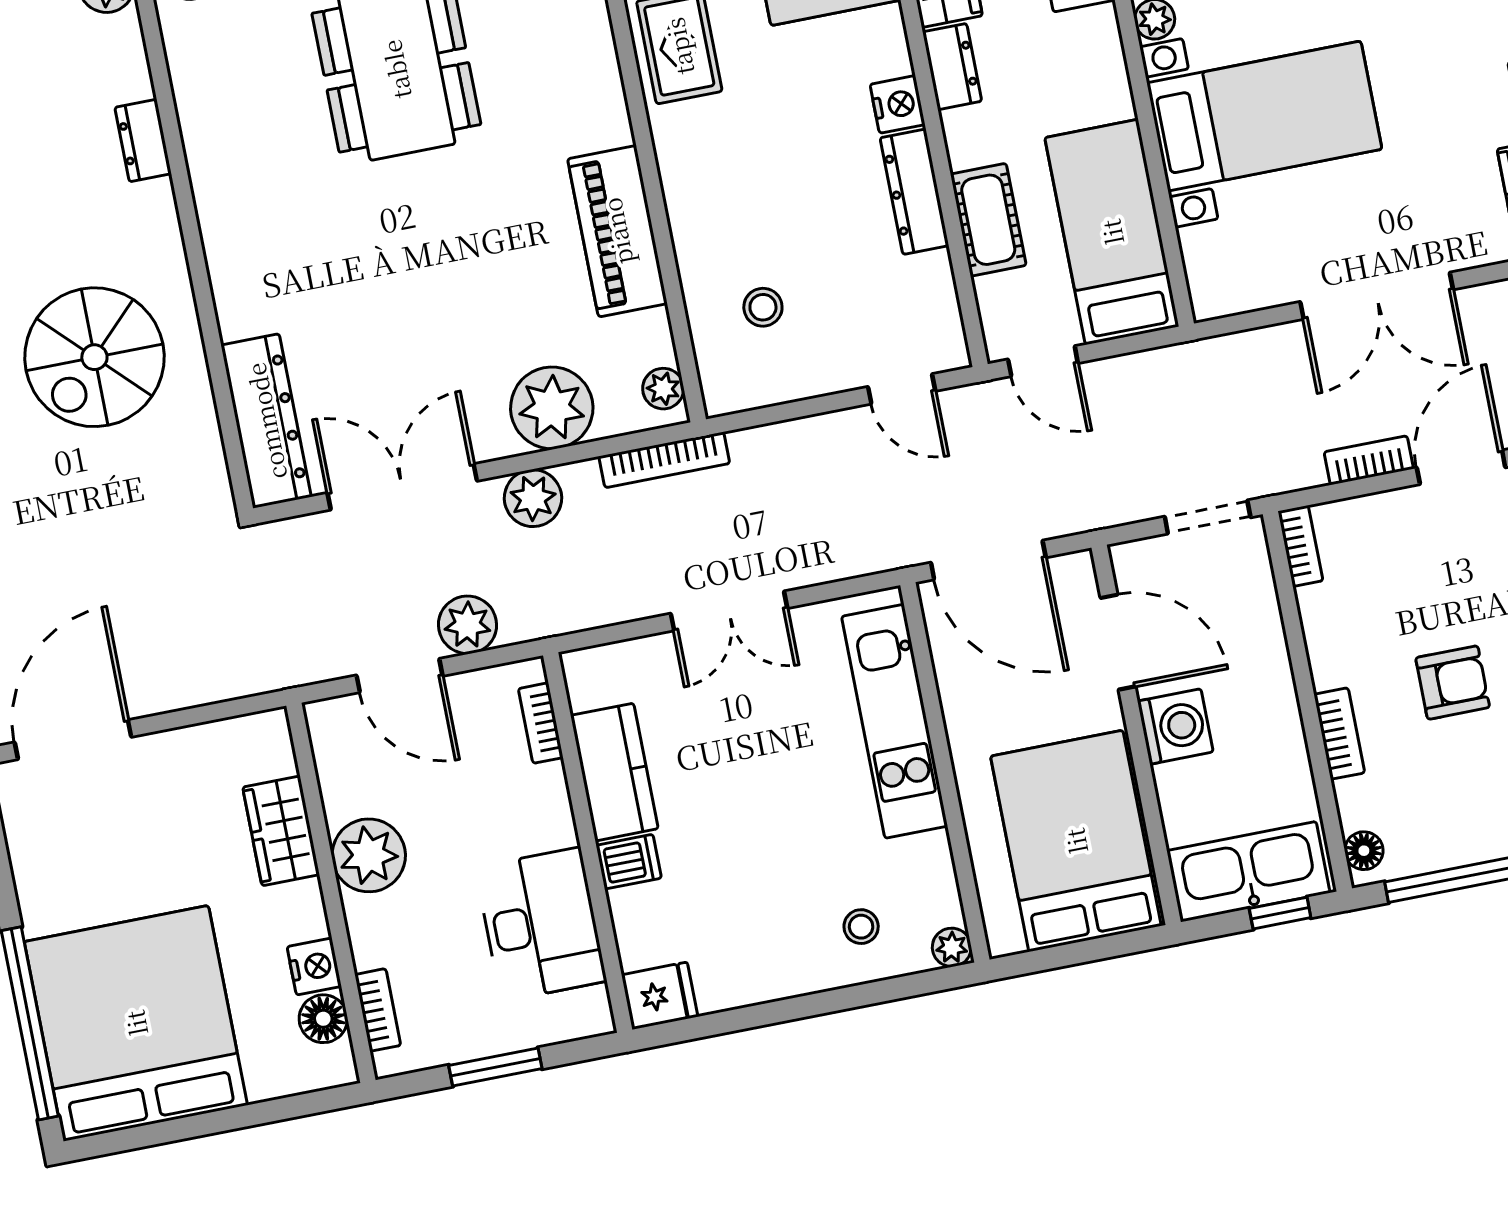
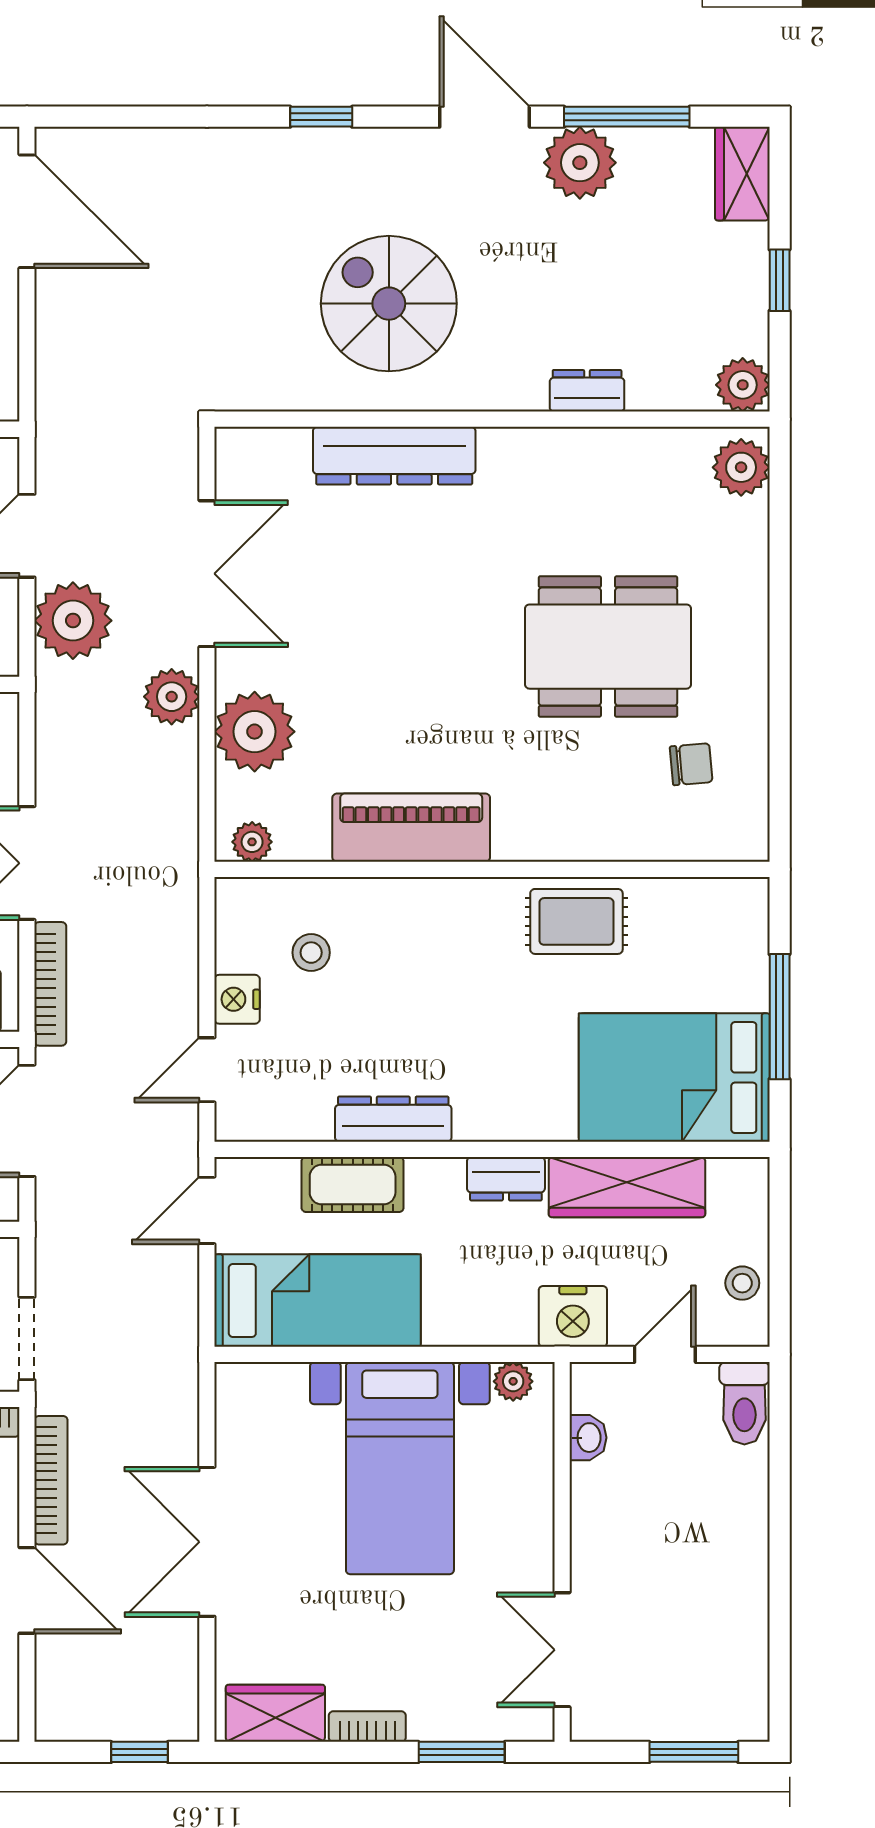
nightstand: (897, 104) -> (237, 999), moved, turned 90
dresser: (266, 421) -> (394, 456), moved
bookcase: (664, 460) -> (50, 984), moved, turned 180
bookcase: (1369, 460) -> (51, 1480), width x1.56
plant: (468, 625) -> (73, 621), width x1.36, depth x1.36

